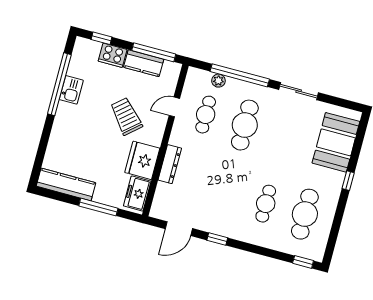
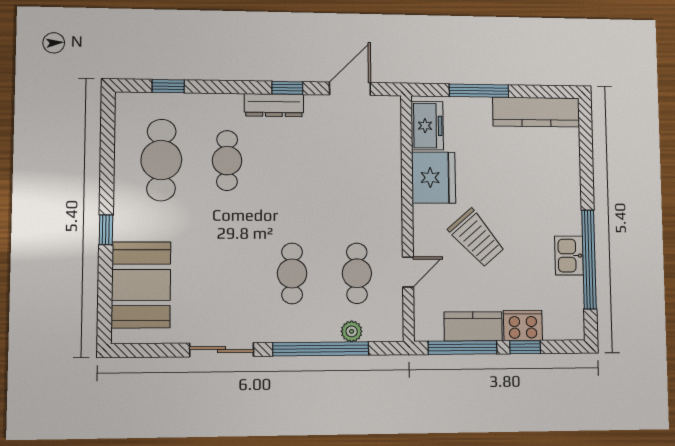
window: (102, 38) -> (525, 347), moved
cafe table: (245, 125) -> (292, 273), width x0.73, depth x0.74
dresser: (170, 164) -> (274, 105), moved, turned -90
window: (303, 262) -> (168, 86), moved

